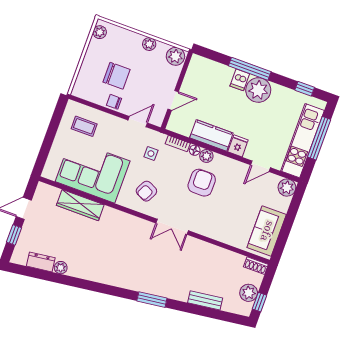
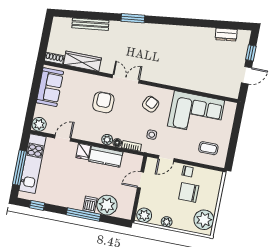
plant: (100, 32) -> (204, 220), width x1.88, depth x1.88
plant: (258, 90) -> (107, 205), moved
armchair: (202, 183) -> (103, 102), moved, turned 180
wardrobe: (80, 205) -> (82, 61), moved
plant: (61, 268) -> (210, 33), removed
plant: (249, 293) -> (57, 36), removed
bench: (205, 300) -> (90, 24), width x1.36
window: (259, 302) -> (47, 30), removed

